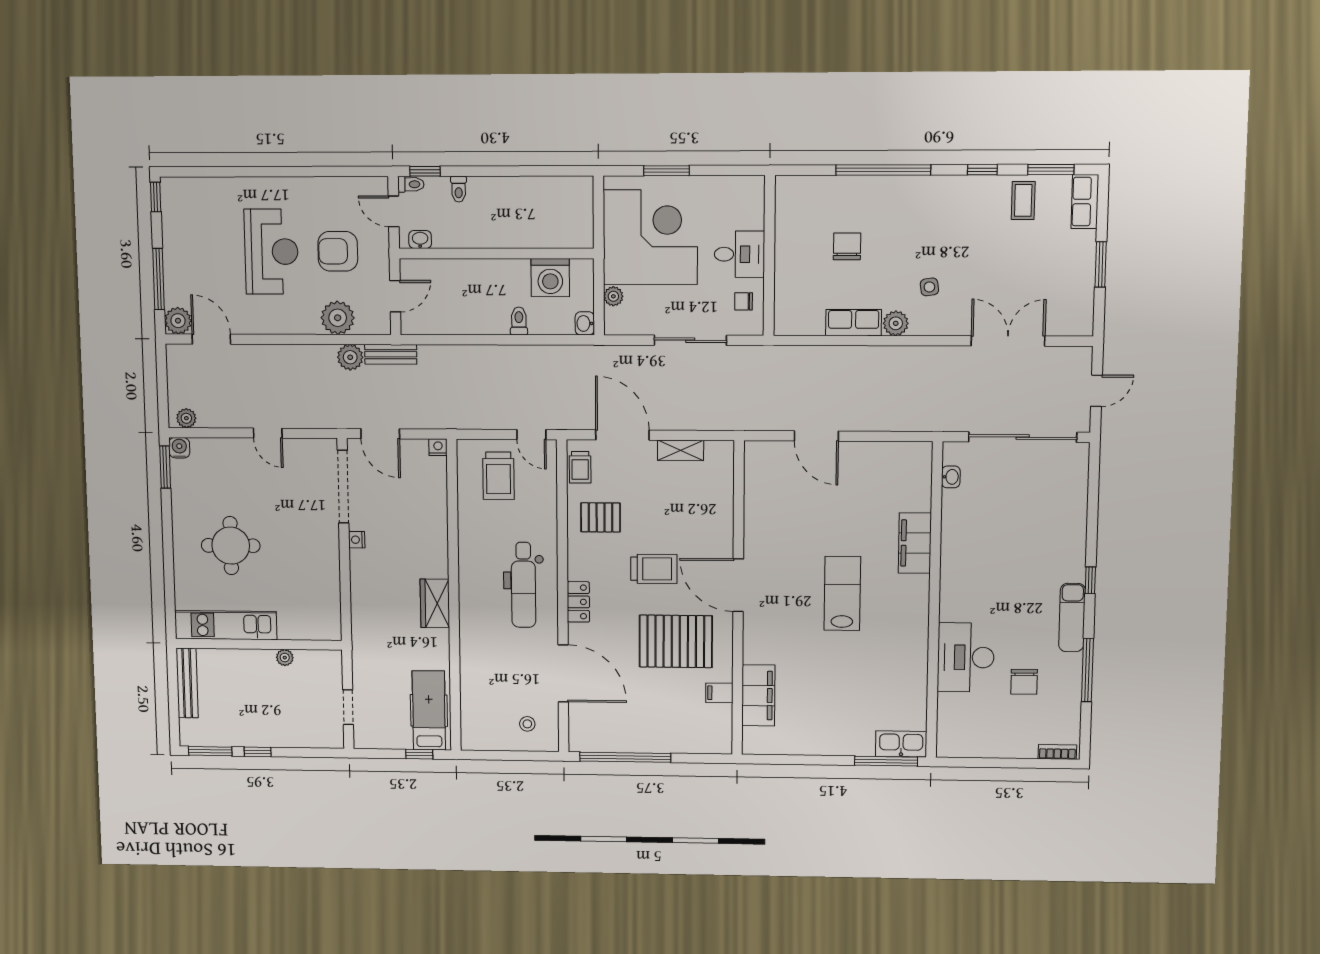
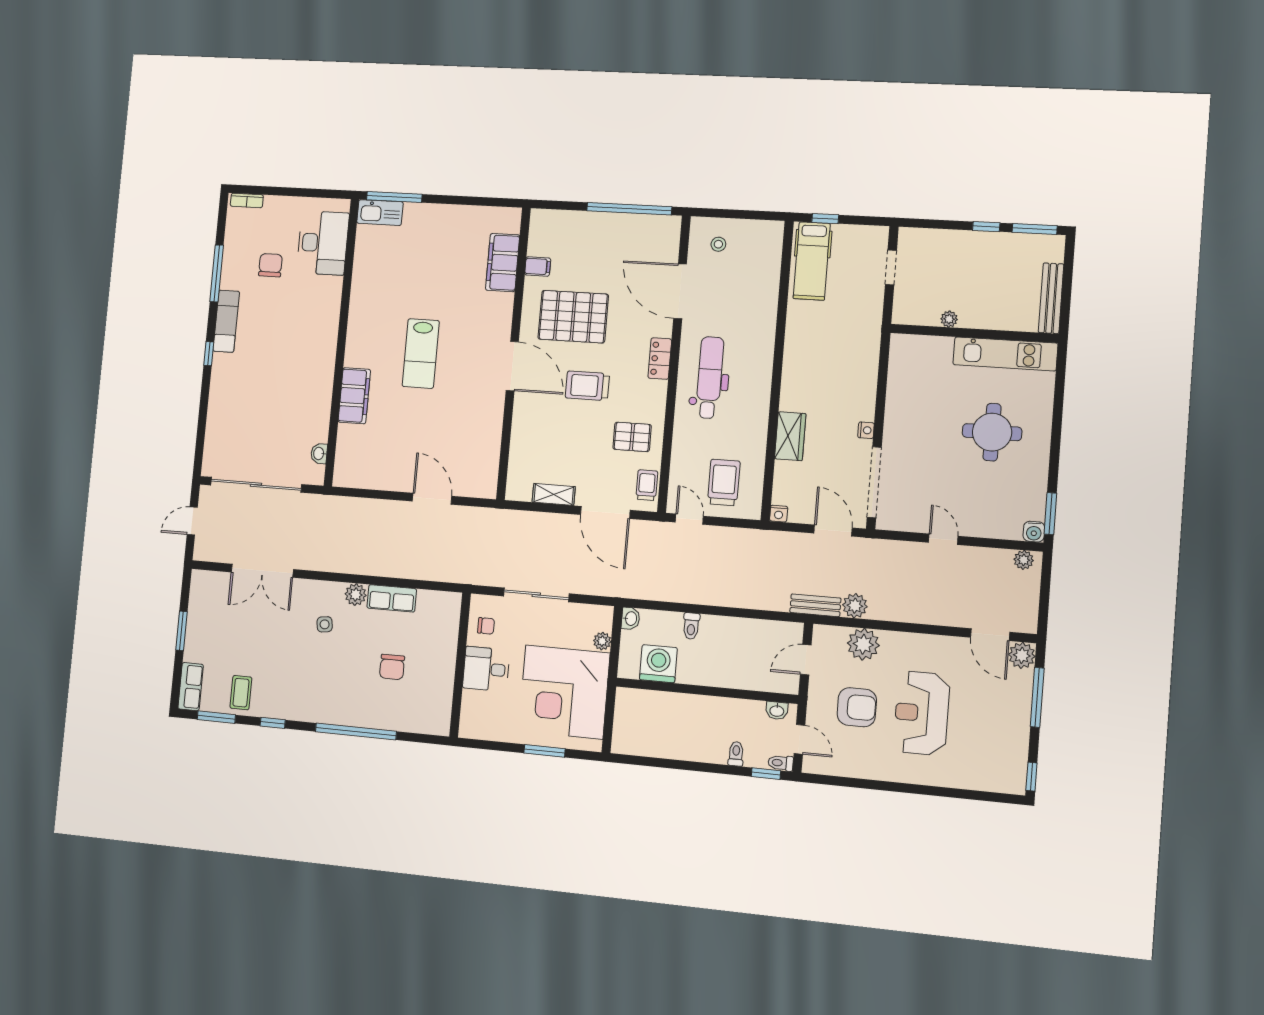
wardrobe: (435, 603) -> (790, 436), moved
desk: (966, 657) -> (323, 243), moved

